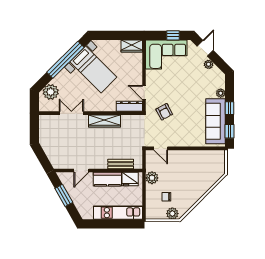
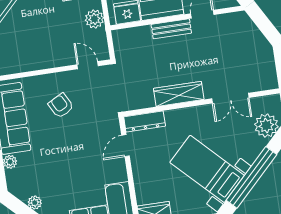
door: (144, 92) -> (125, 146), swing flipped
armchair: (164, 112) -> (61, 106), moved
bench: (121, 164) -> (171, 29), moved

